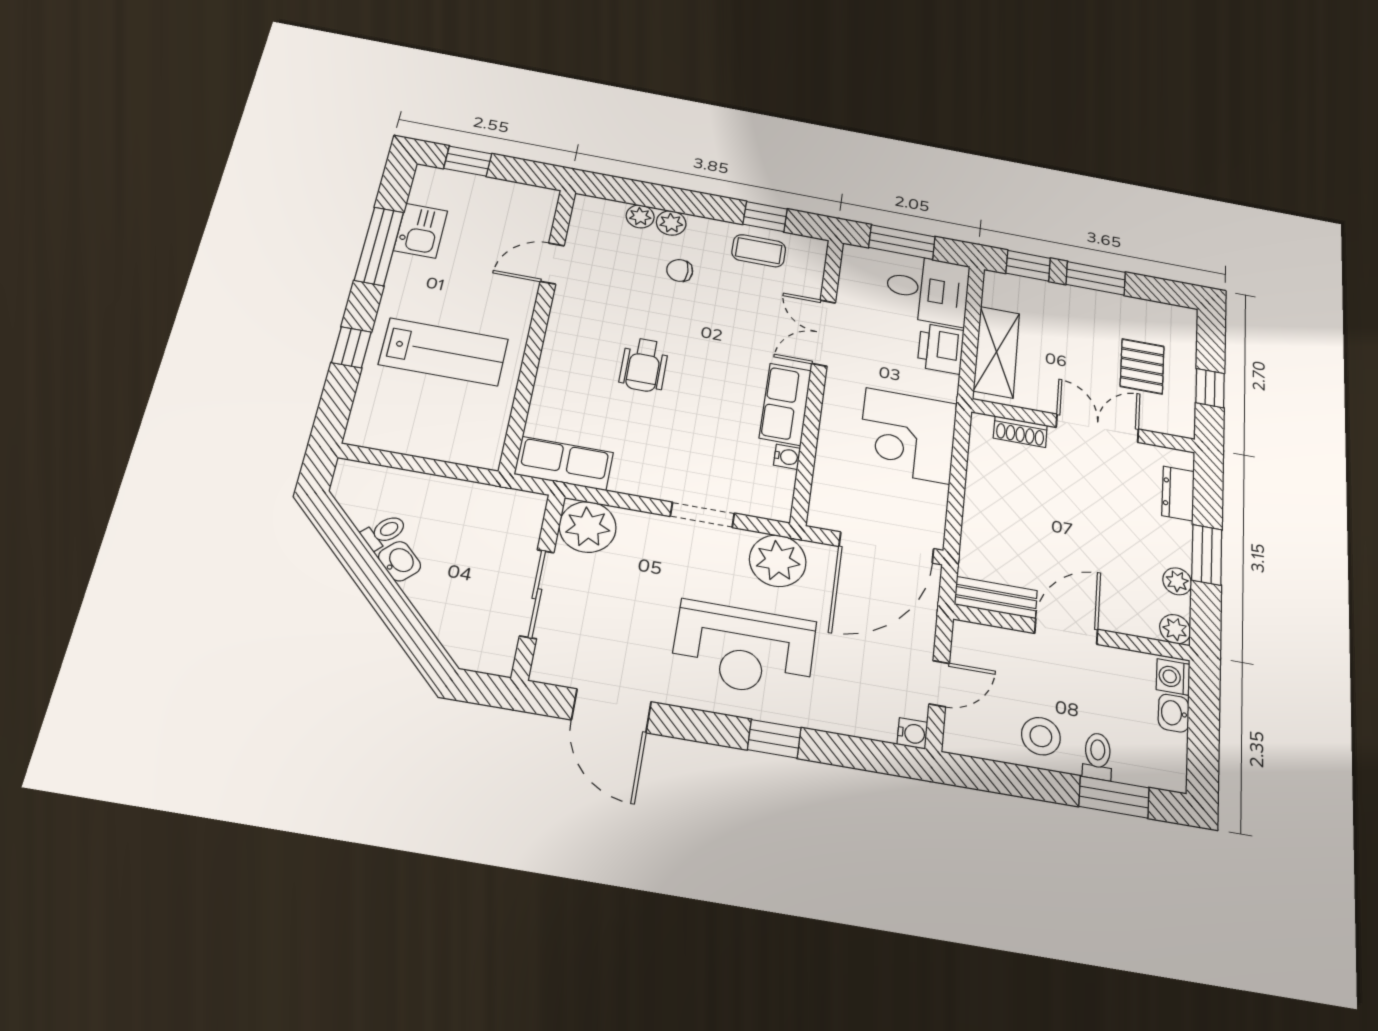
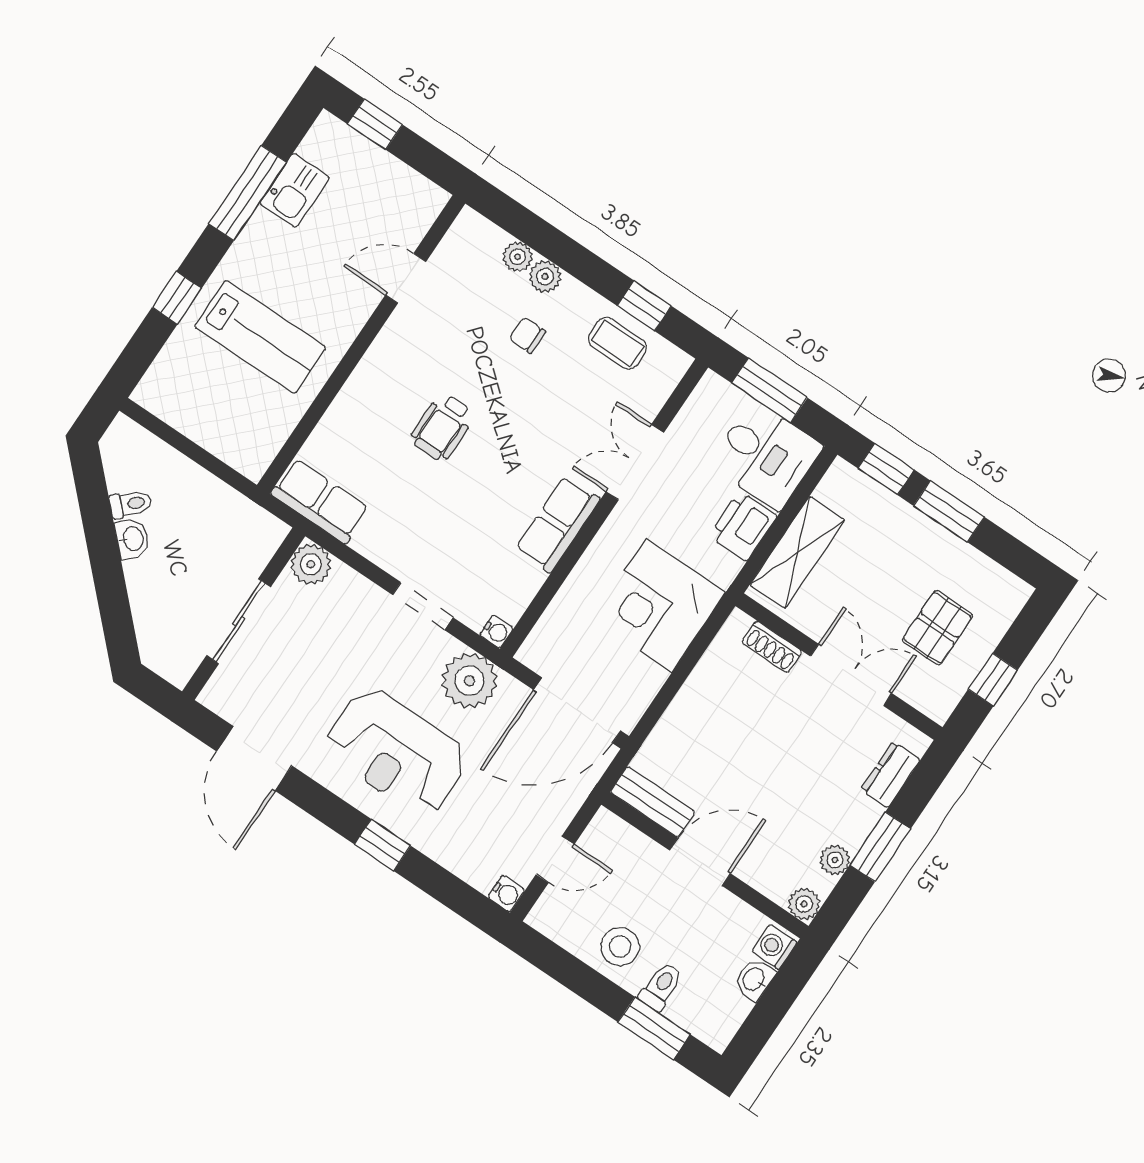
water cooler: (787, 457) -> (496, 632), moved
plant: (588, 527) -> (311, 564), width x0.73, depth x0.73

